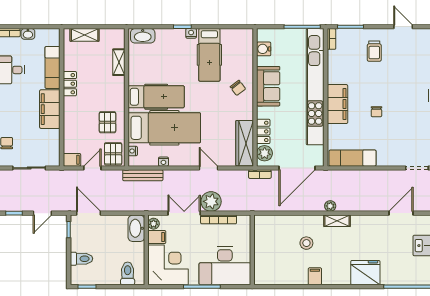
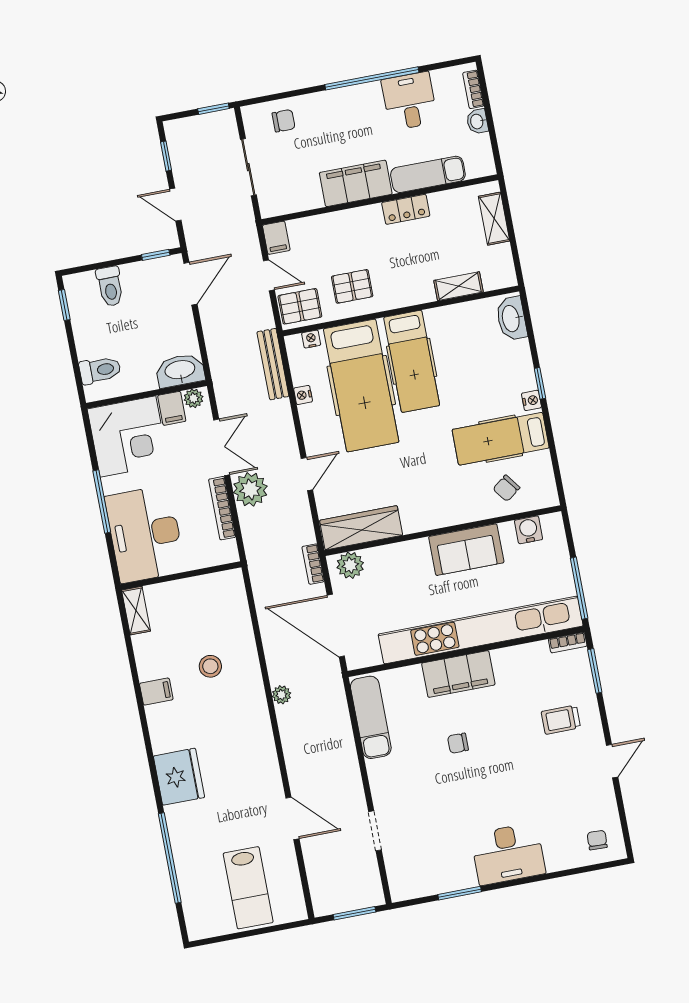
chair: (238, 88) -> (506, 488), moved
locker: (263, 131) -> (387, 556), removed
shelving: (337, 221) -> (136, 611), moved

